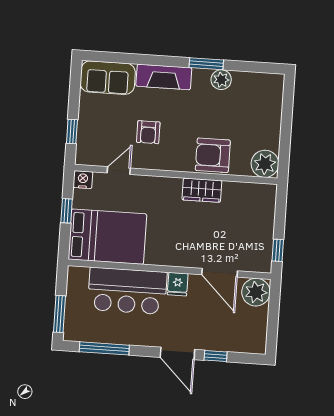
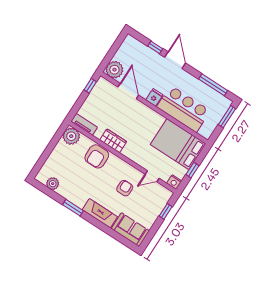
plant: (221, 80) -> (53, 184), moved
armchair: (213, 155) -> (97, 156), turned 90
tv unit: (256, 191) -> (84, 124), added

